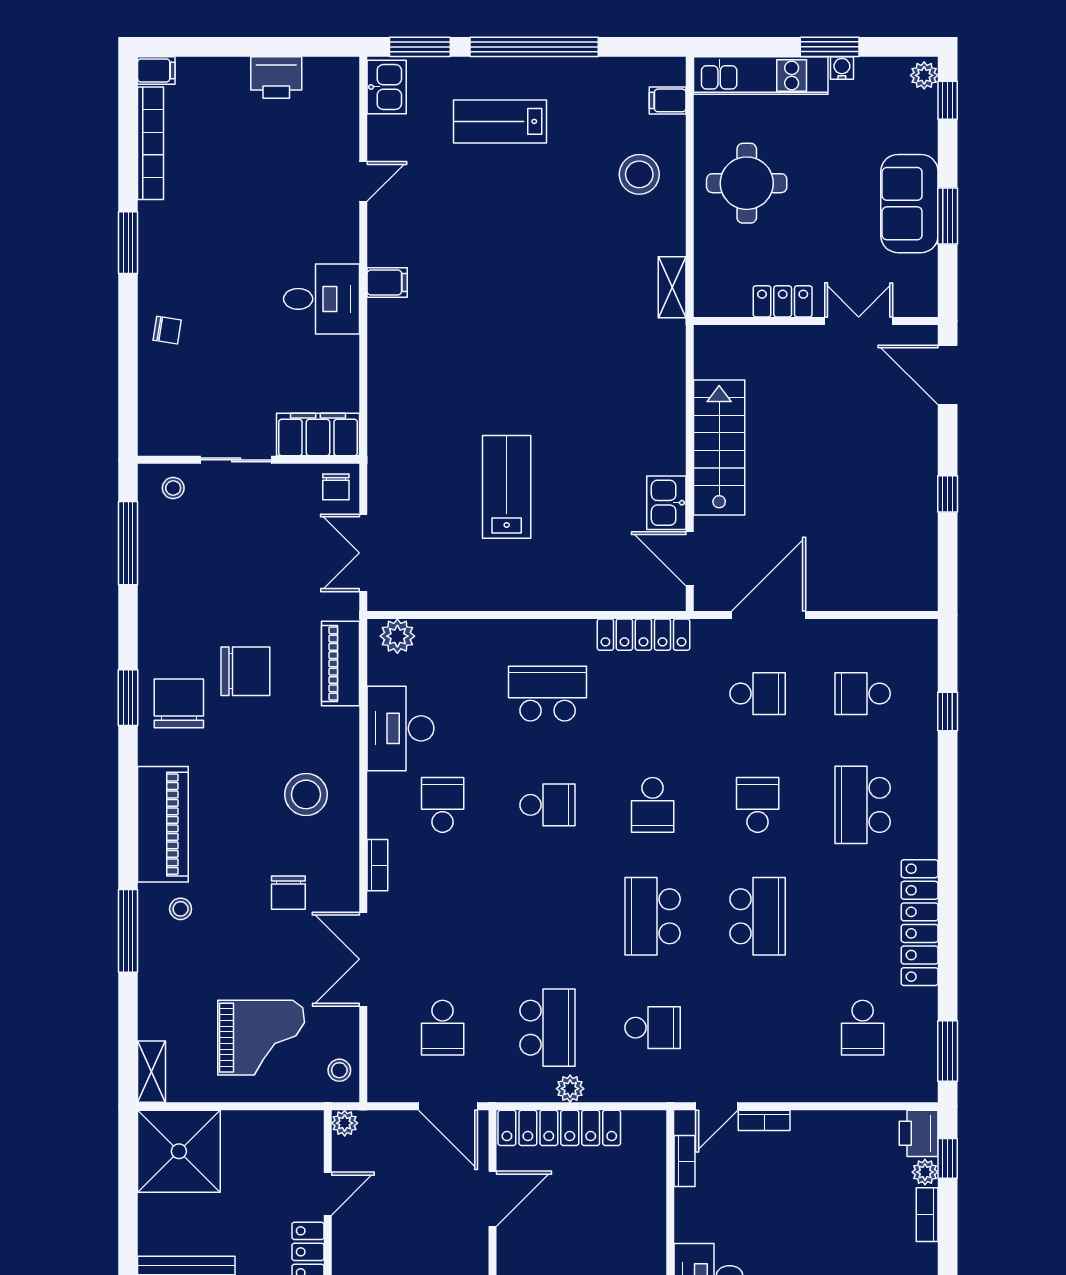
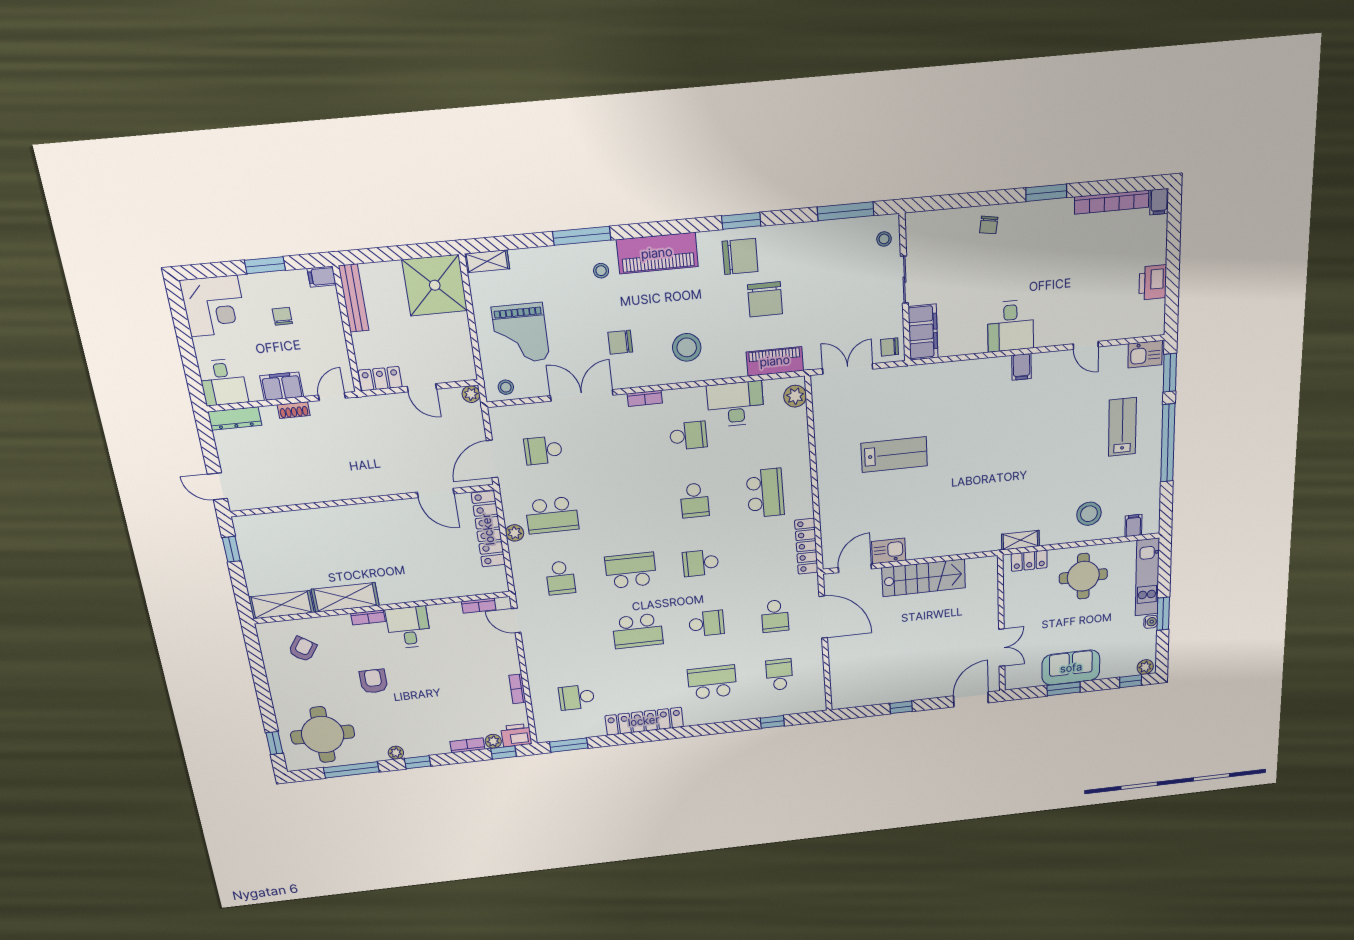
locker: (783, 301) -> (1029, 561), moved, turned 90
bookcase: (764, 1120) -> (517, 689), moved

